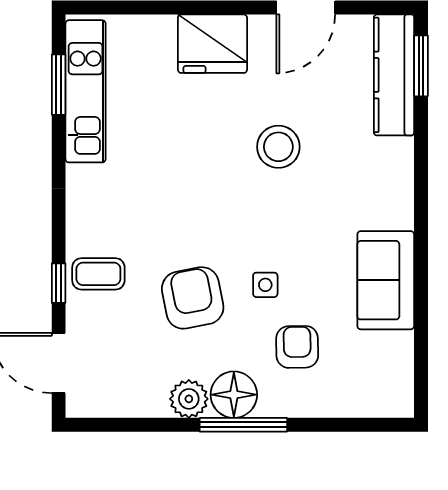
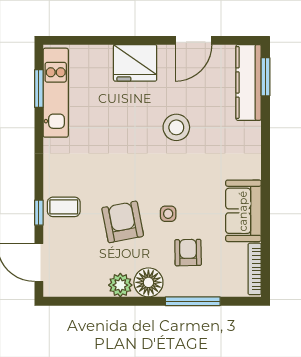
bookcase: (404, 373) -> (255, 269), added
window: (243, 425) -> (193, 301), moved

